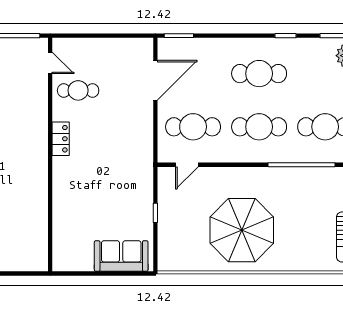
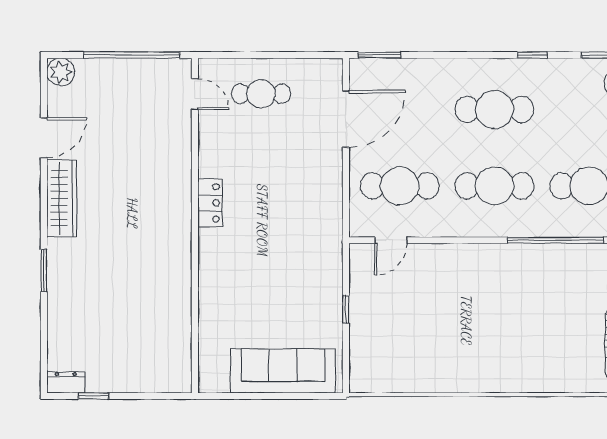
cafe table: (78, 90) -> (261, 94), moved
parasol: (242, 230) -> (470, 334), removed
sofa: (121, 256) -> (283, 371), width x1.36

